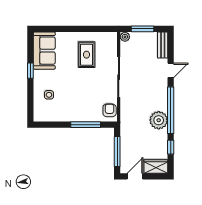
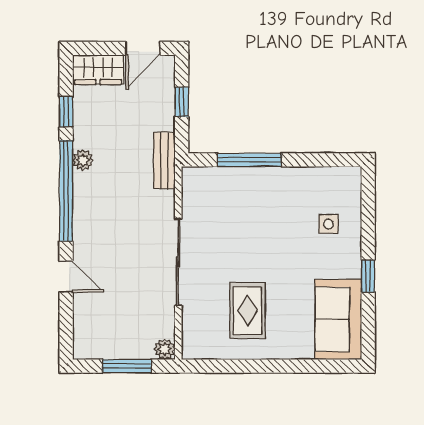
bench: (163, 45) -> (164, 161), moved
door: (171, 70) -> (66, 277), swing flipped
armchair: (110, 110) -> (198, 191), removed
plant: (159, 120) -> (83, 160), width x0.53, depth x0.53
window: (117, 152) -> (182, 102), width x0.46

